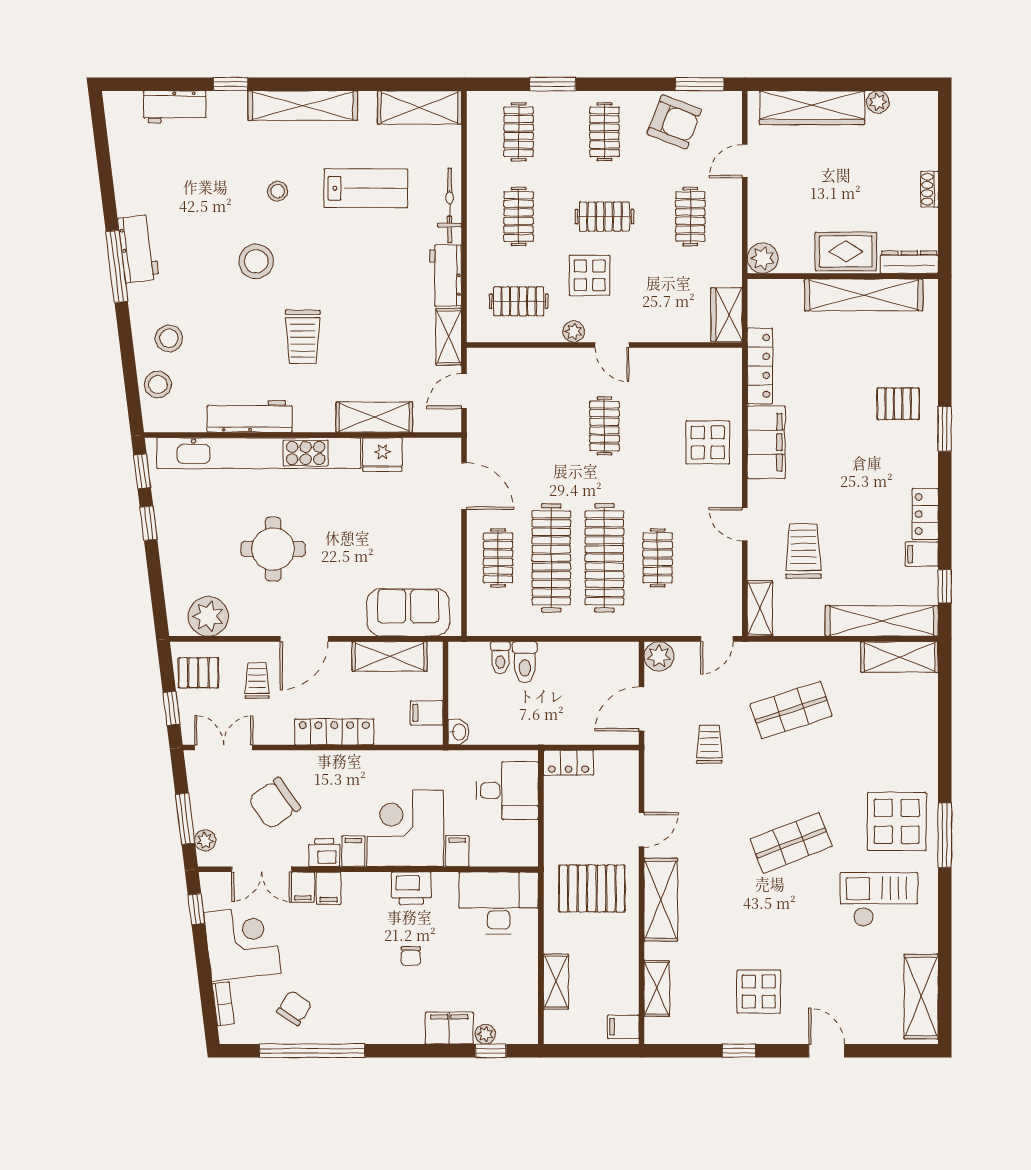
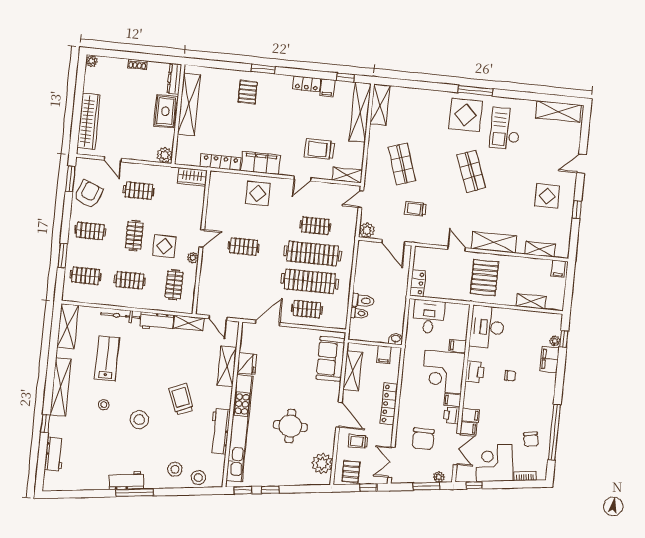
plant: (878, 102) -> (92, 61), moved
trolley: (303, 337) -> (181, 399), turned -112
door: (717, 639) -> (361, 199), swing flipped
chair: (274, 803) -> (423, 439), turned 35
chair: (294, 1008) -> (531, 439), turned -134

